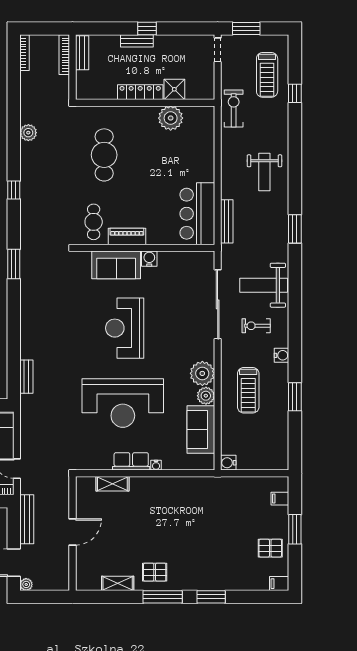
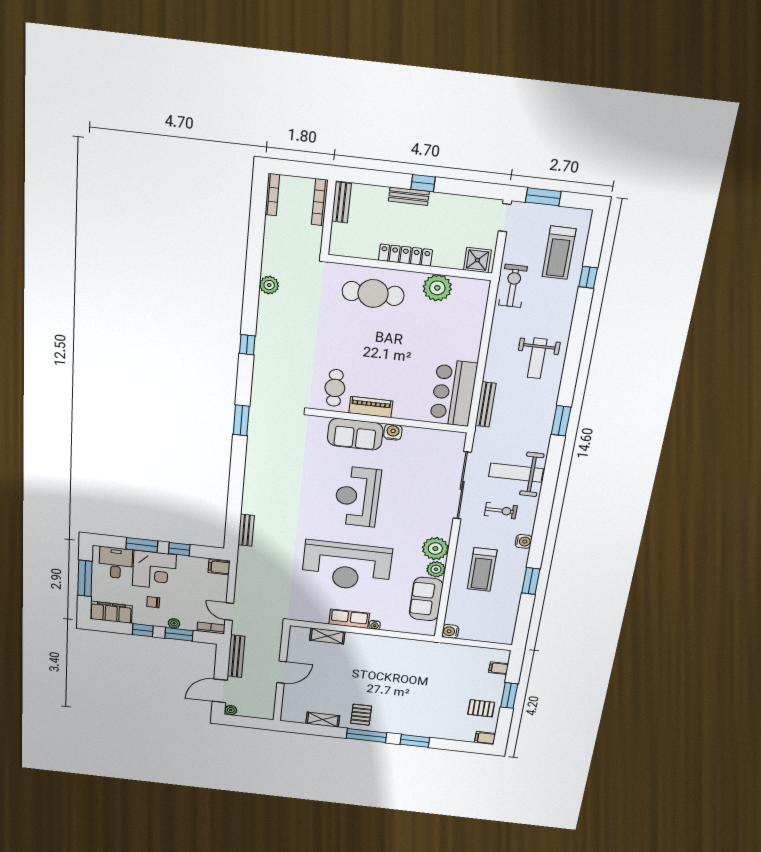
shower: (174, 89) -> (477, 260), moved
cafe table: (104, 155) -> (373, 293), moved, turned 90
exercise bike: (256, 326) -> (501, 511), turned 180
pallet: (155, 572) -> (361, 715), turned 90

